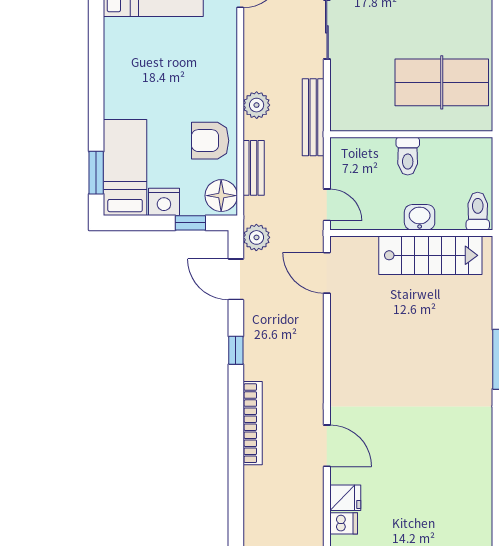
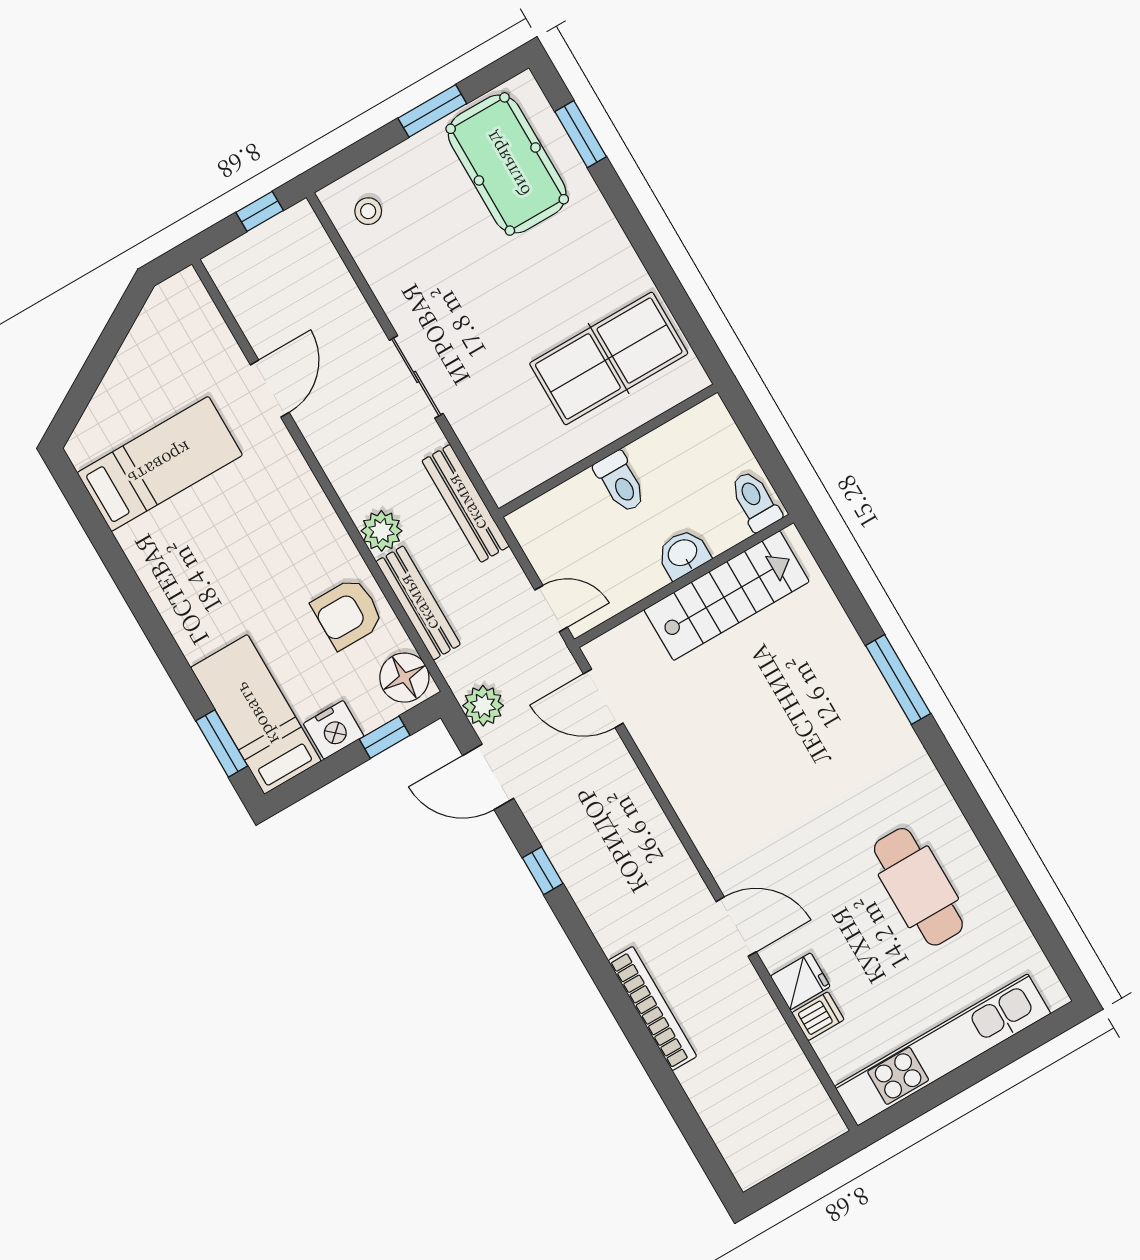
bench: (254, 168) -> (418, 603), width x1.36
bookcase: (253, 423) -> (652, 1008), moved
cafe table: (443, 483) -> (918, 887), added

